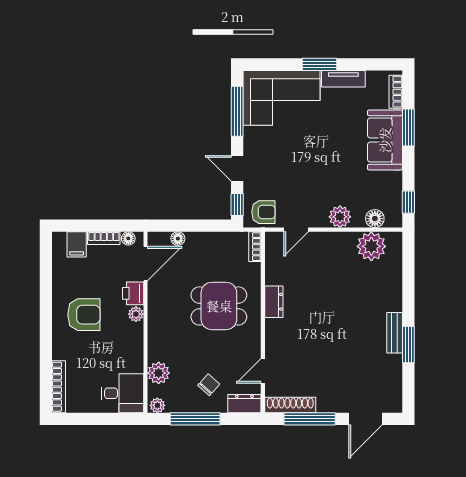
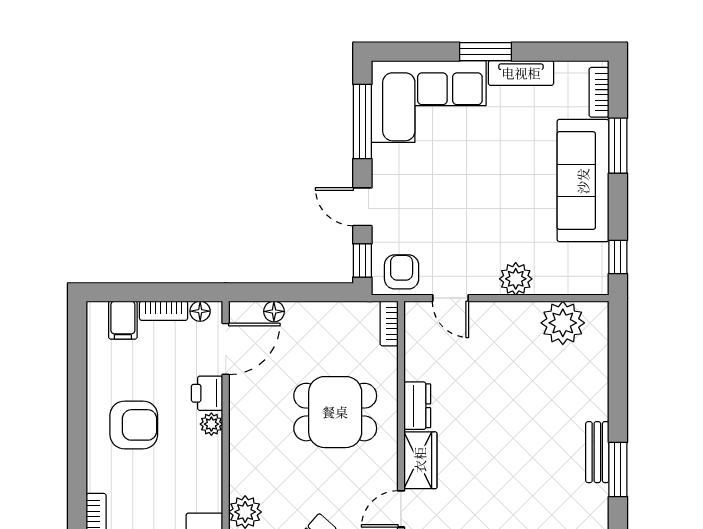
sofa: (385, 140) -> (583, 181), width x1.36
armchair: (263, 212) -> (402, 272), turned -90
floor lamp: (375, 219) -> (568, 282), removed
door: (296, 230) -> (450, 298), hinge flipped
wardrobe: (276, 338) -> (420, 460), added

